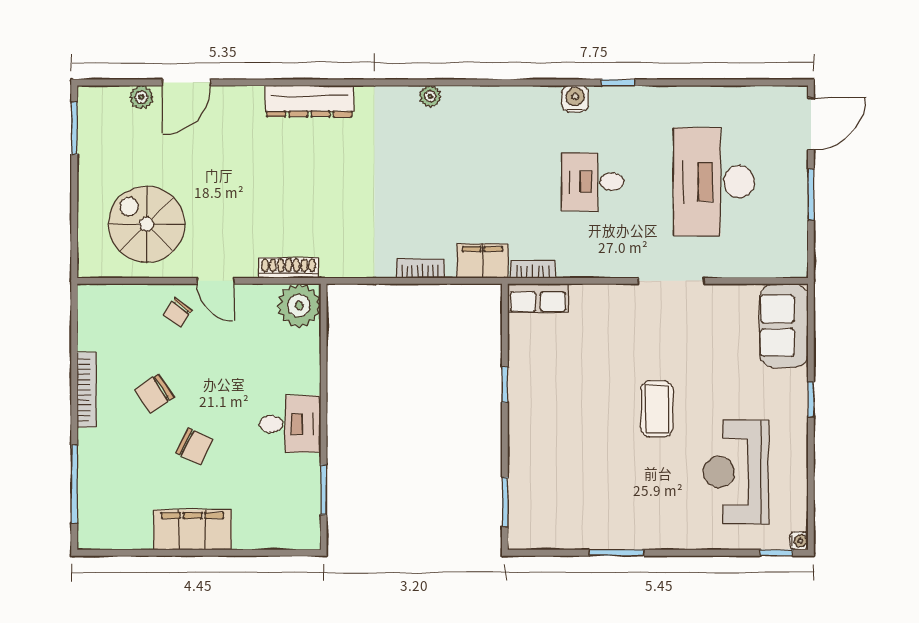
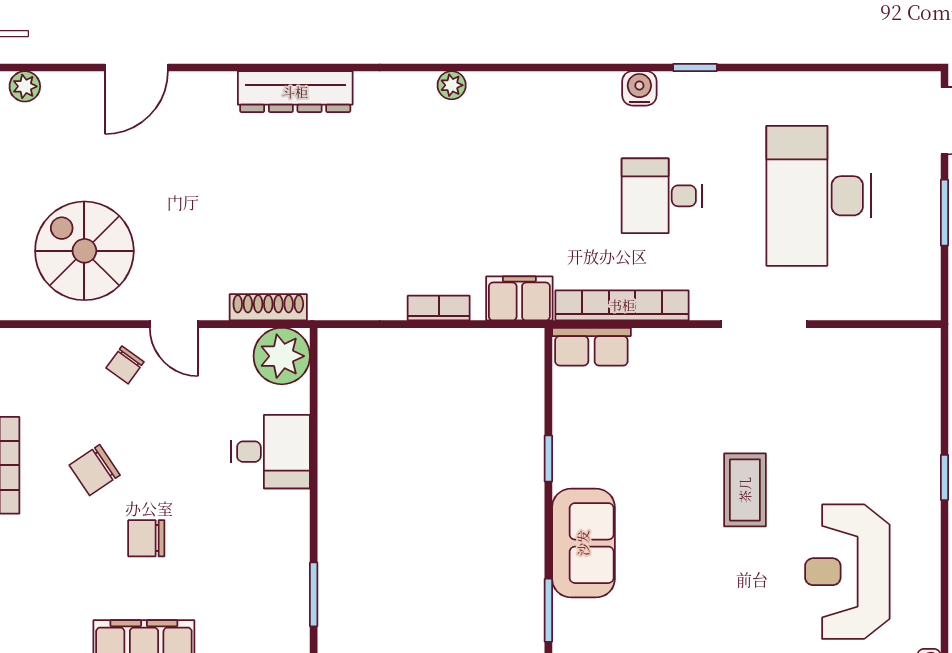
plant: (141, 97) -> (25, 86), moved
bookcase: (533, 269) -> (622, 305), width x2.31, depth x1.31
sofa: (784, 326) -> (583, 543), moved, turned 180
desk: (290, 424) -> (270, 452), moved
chair: (194, 446) -> (146, 538), turned 153

